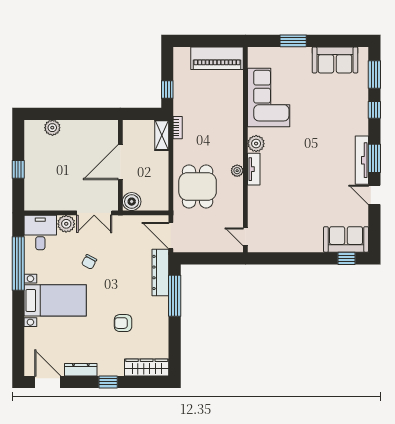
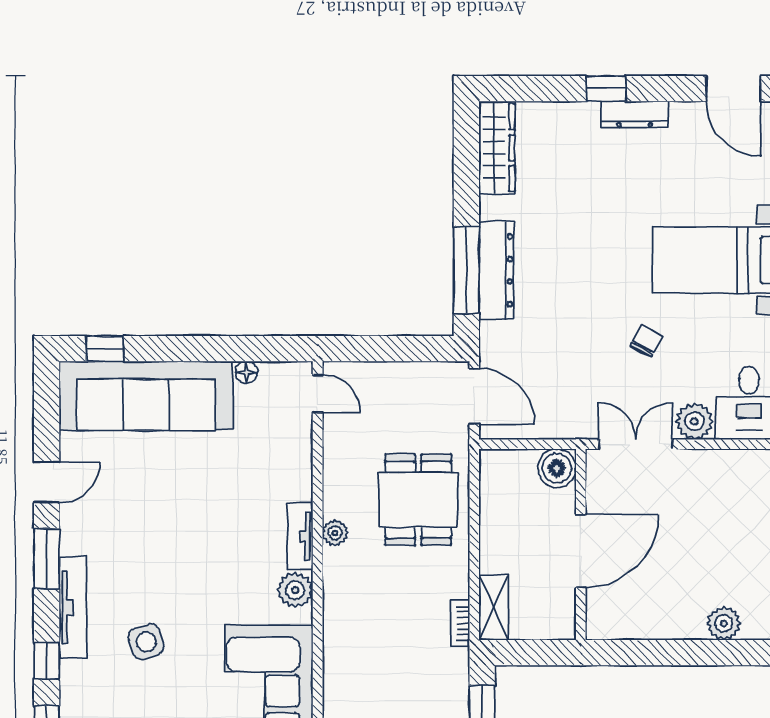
side table: (327, 119) -> (146, 642), added
tv unit: (362, 160) -> (73, 608), moved
door: (374, 195) -> (47, 482), hinge flipped
sofa: (346, 239) -> (146, 396), width x1.85, depth x1.27
floor lamp: (279, 247) -> (246, 372), added
dresser: (160, 272) -> (496, 270), moved
armchair: (123, 323) -> (575, 213), removed
wardrobe: (147, 367) -> (497, 148), moved, turned -90
dresser: (81, 370) -> (635, 114), moved

